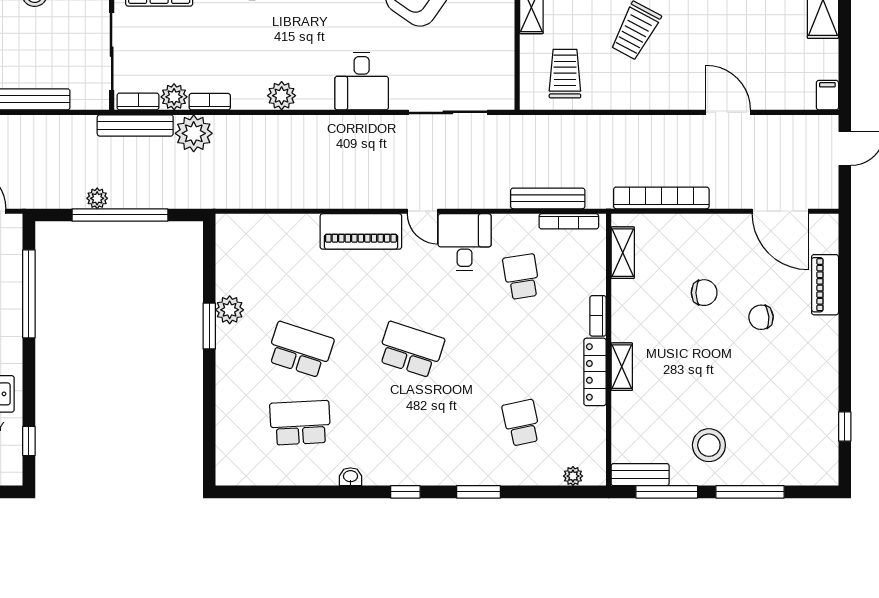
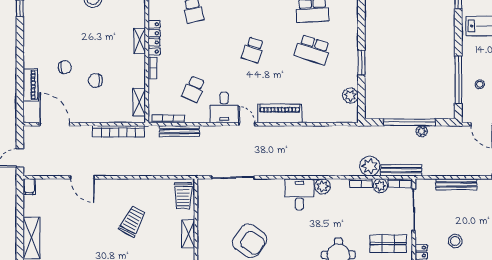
trolley: (565, 74) -> (183, 196), moved
desk: (362, 81) -> (299, 194), moved
school desk: (521, 277) -> (194, 89), turned 33
plant: (230, 310) -> (350, 96), moved
school desk: (411, 350) -> (253, 50), width x0.54

